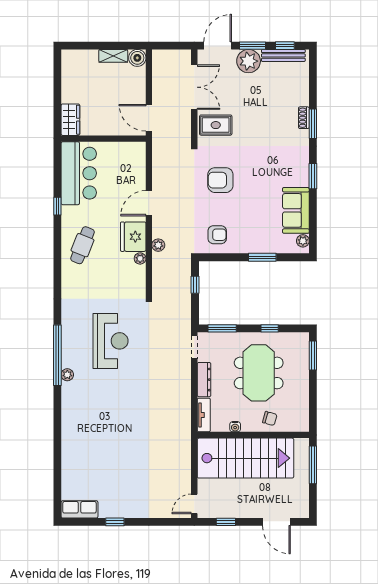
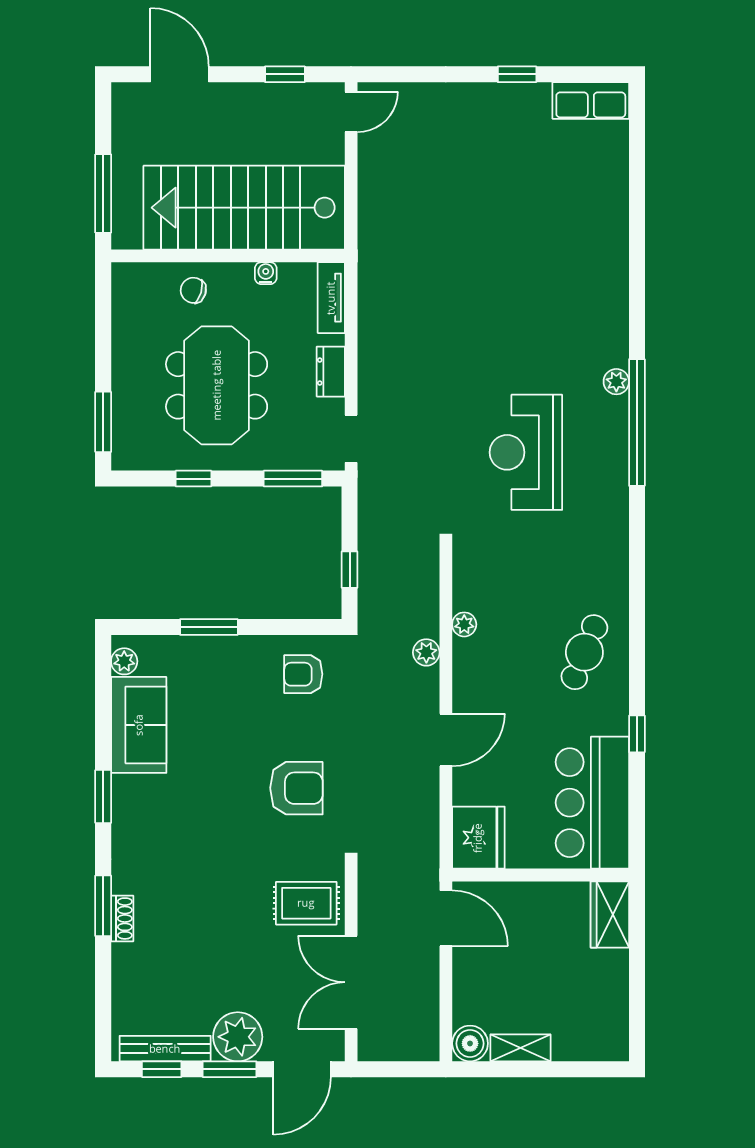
fridge: (133, 237) -> (478, 838), moved
dresser: (204, 380) -> (331, 372), width x0.70

